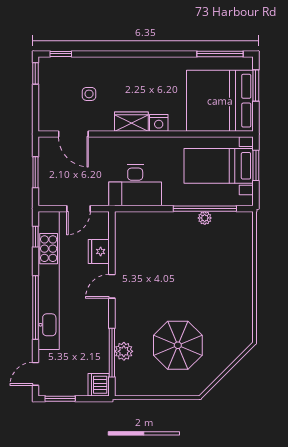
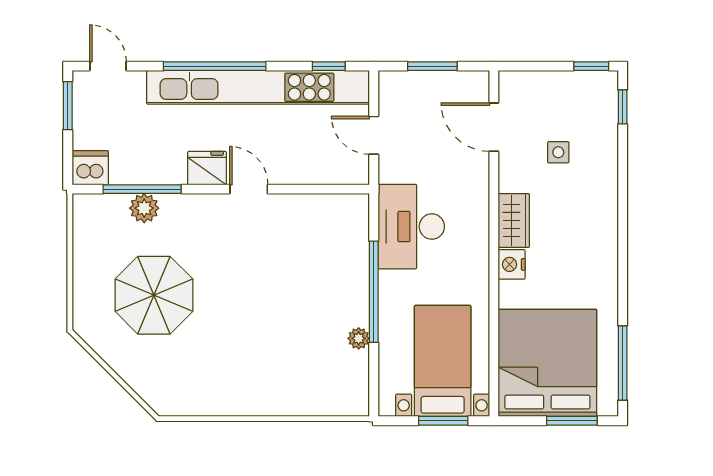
door: (73, 134) -> (494, 127), hinge flipped
window: (205, 209) -> (374, 292), moved
fridge: (99, 252) -> (207, 168), moved

